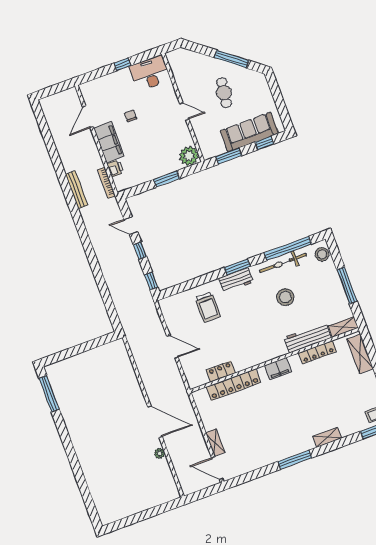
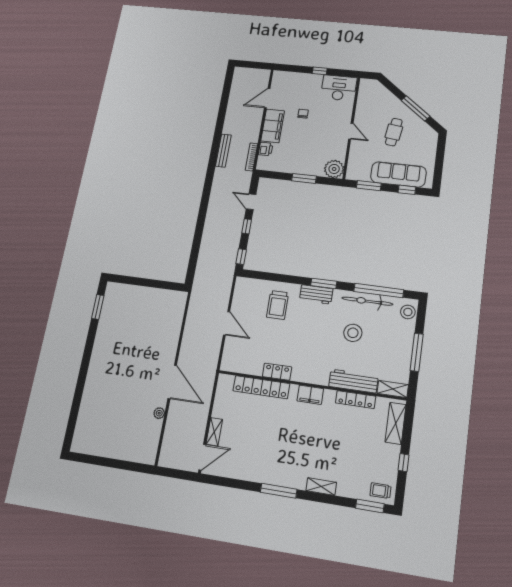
locker: (221, 371) -> (277, 372), moved
window: (49, 394) -> (98, 307), width x0.69
door: (217, 468) -> (202, 457), swing flipped

